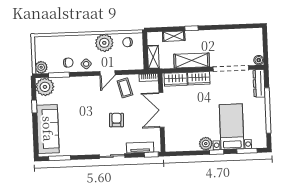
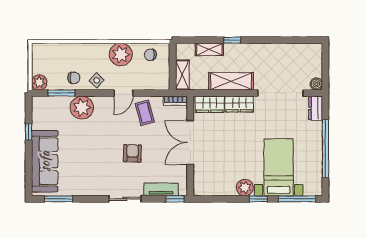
dresser: (259, 83) -> (316, 108), width x0.70
plant: (45, 87) -> (82, 108), moved
window: (247, 151) -> (297, 199), width x1.44

